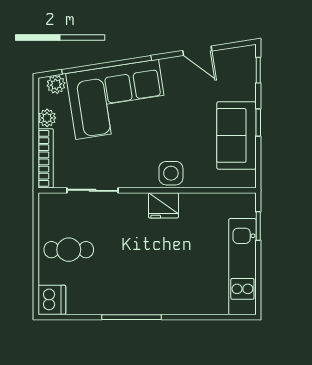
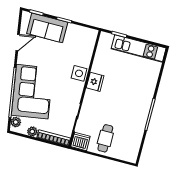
sofa: (236, 135) -> (47, 28), moved
dishwasher: (52, 300) -> (80, 141), moved

